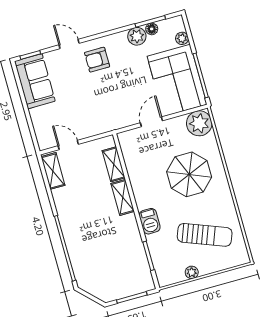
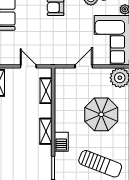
door: (68, 145) -> (28, 66), moved
shelving: (123, 197) -> (46, 131), moved

